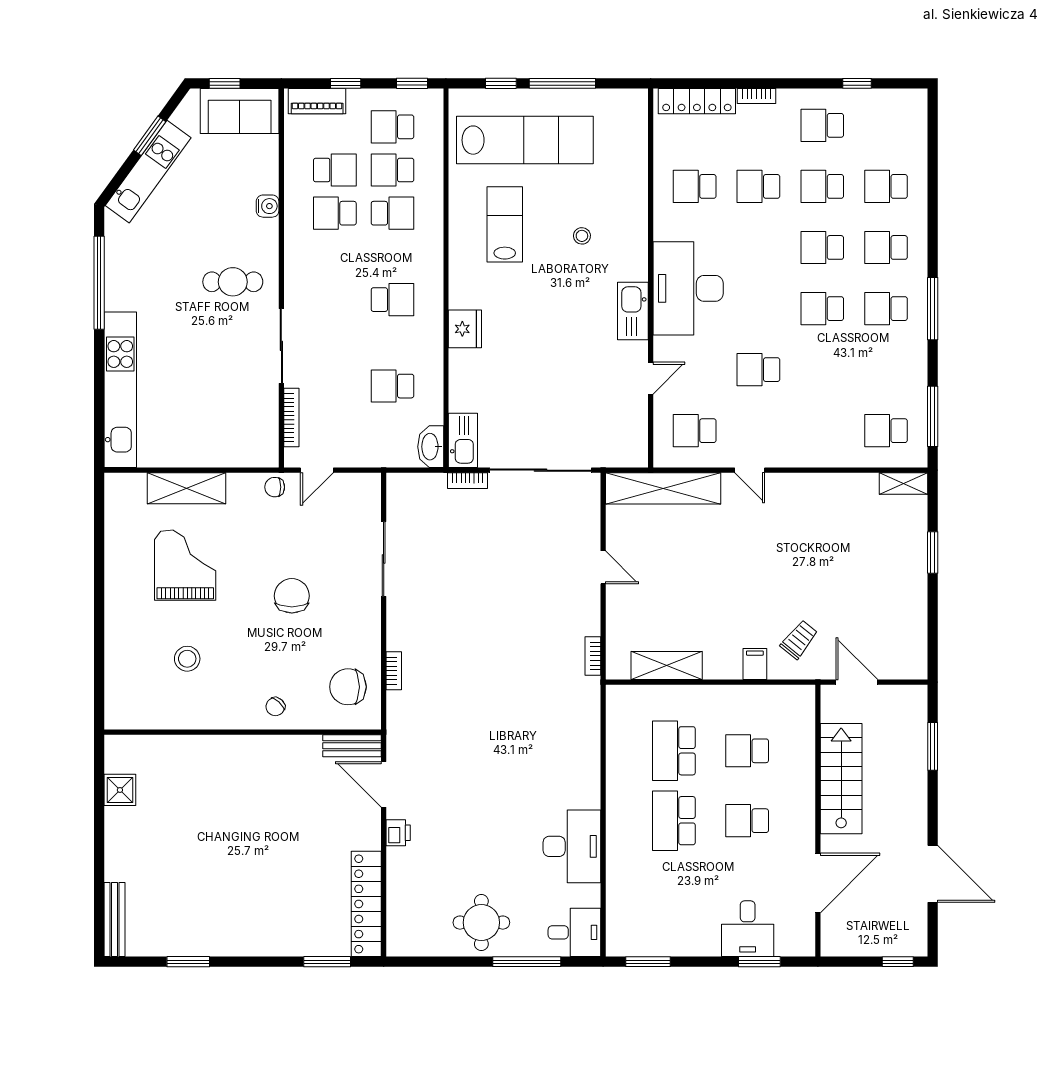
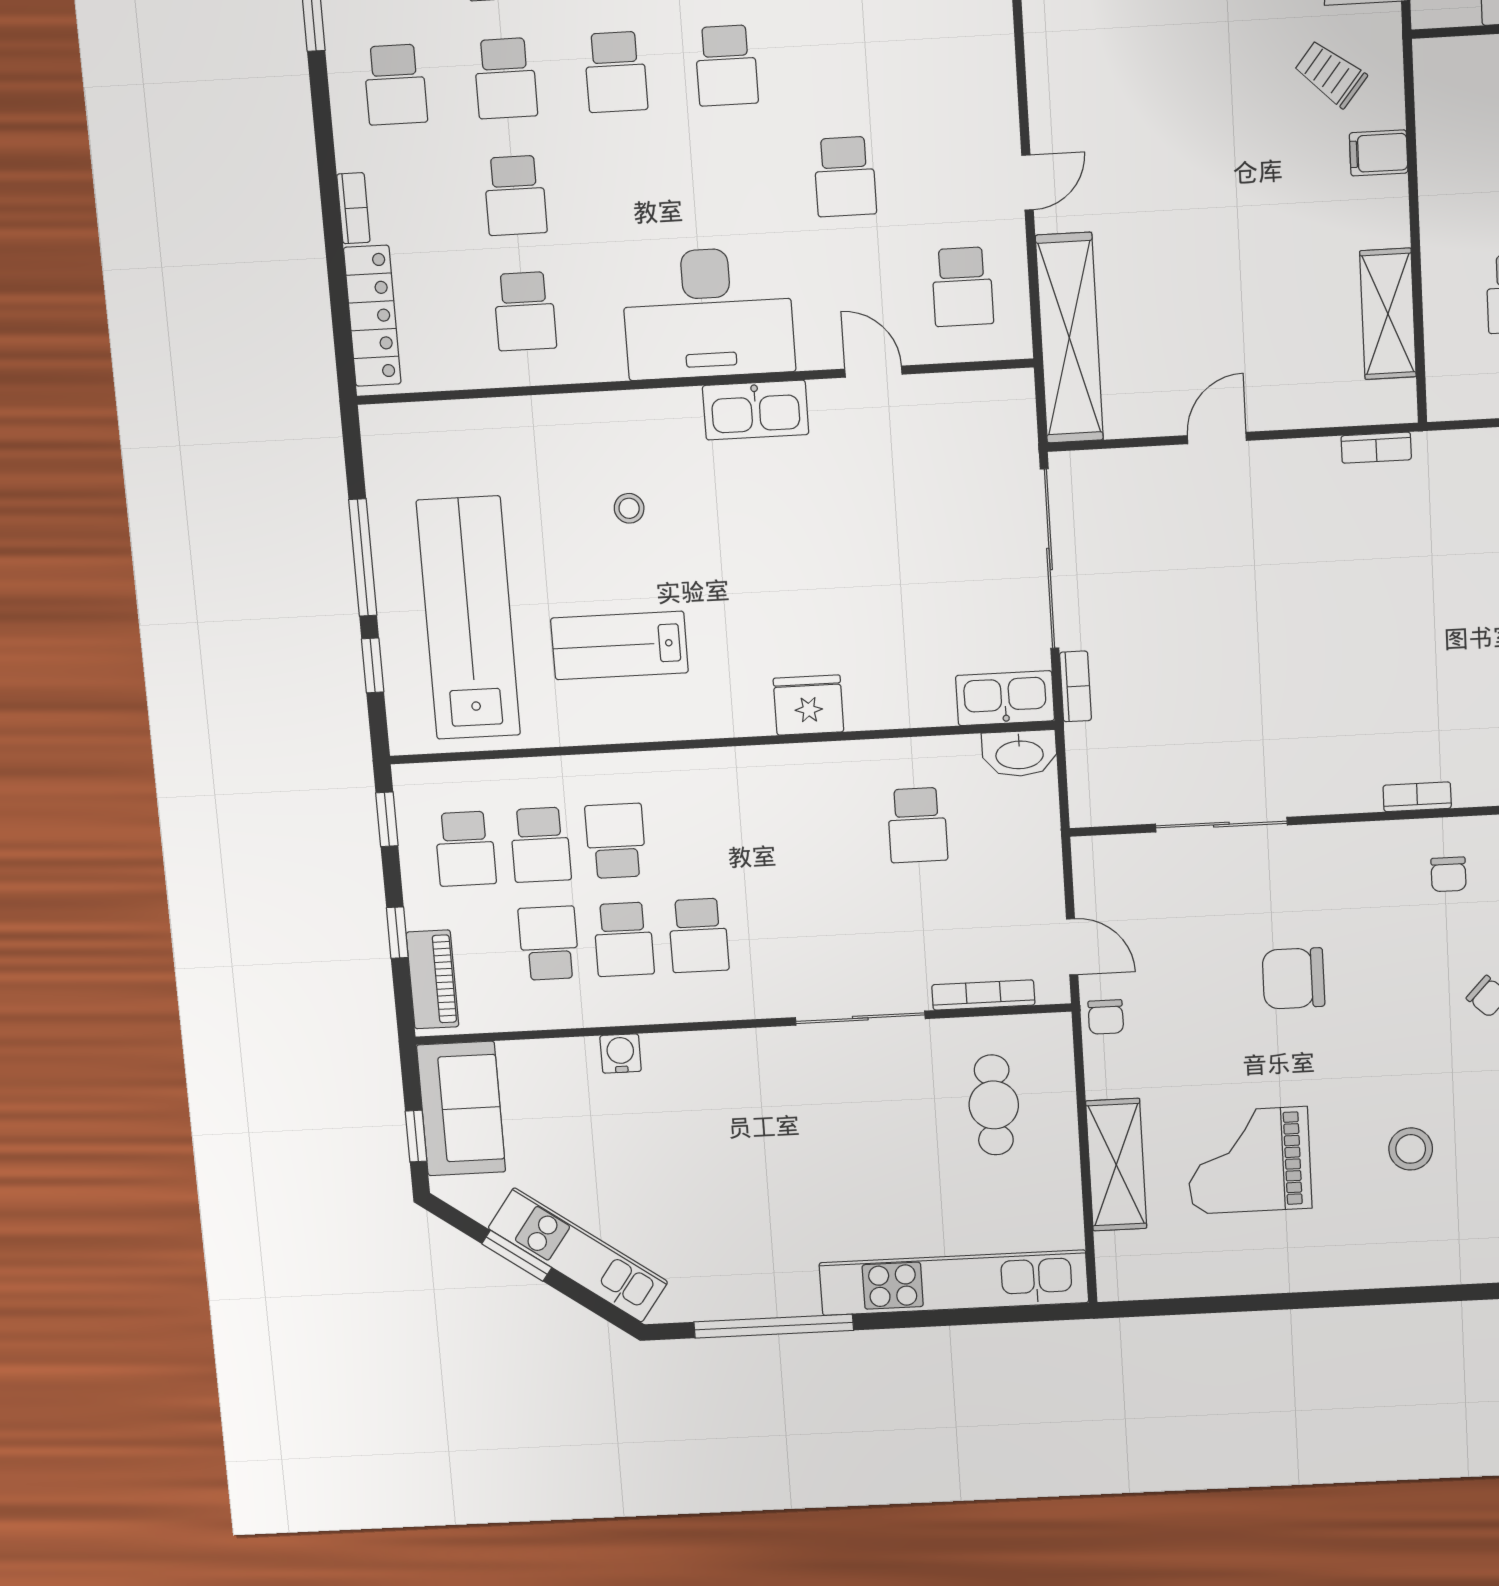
cafe table: (233, 282) -> (994, 1105), moved
school desk: (392, 300) -> (699, 935), moved, turned 180
chair: (348, 687) -> (1449, 874), width x0.54, depth x0.54

